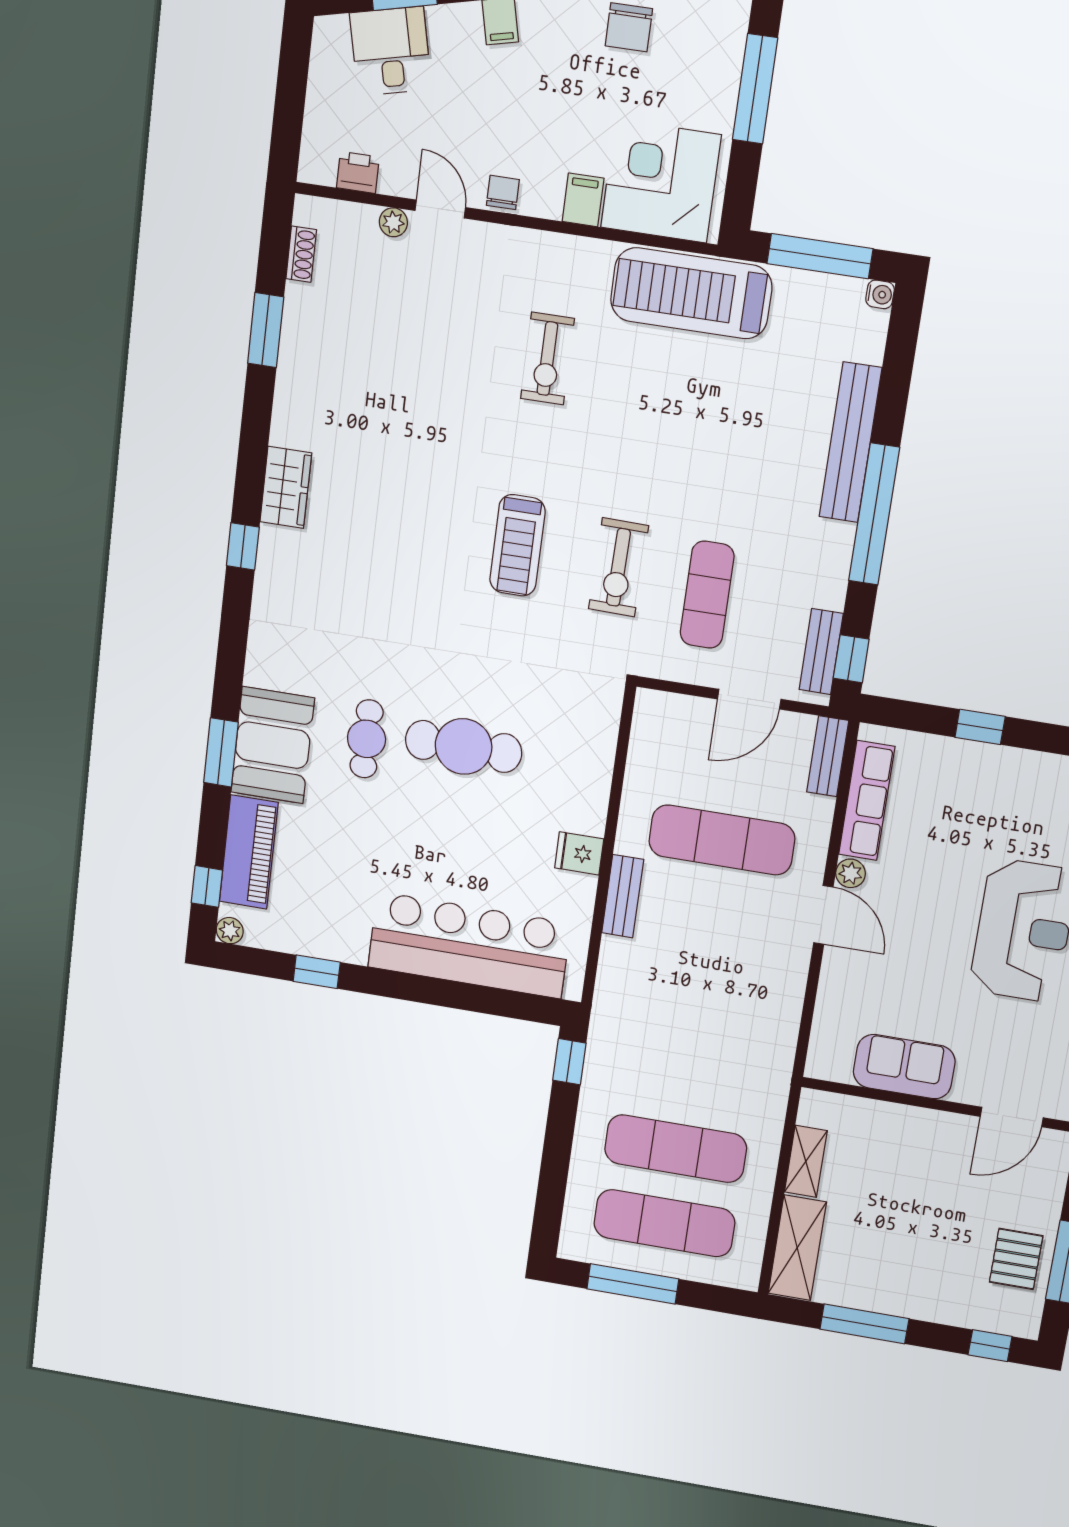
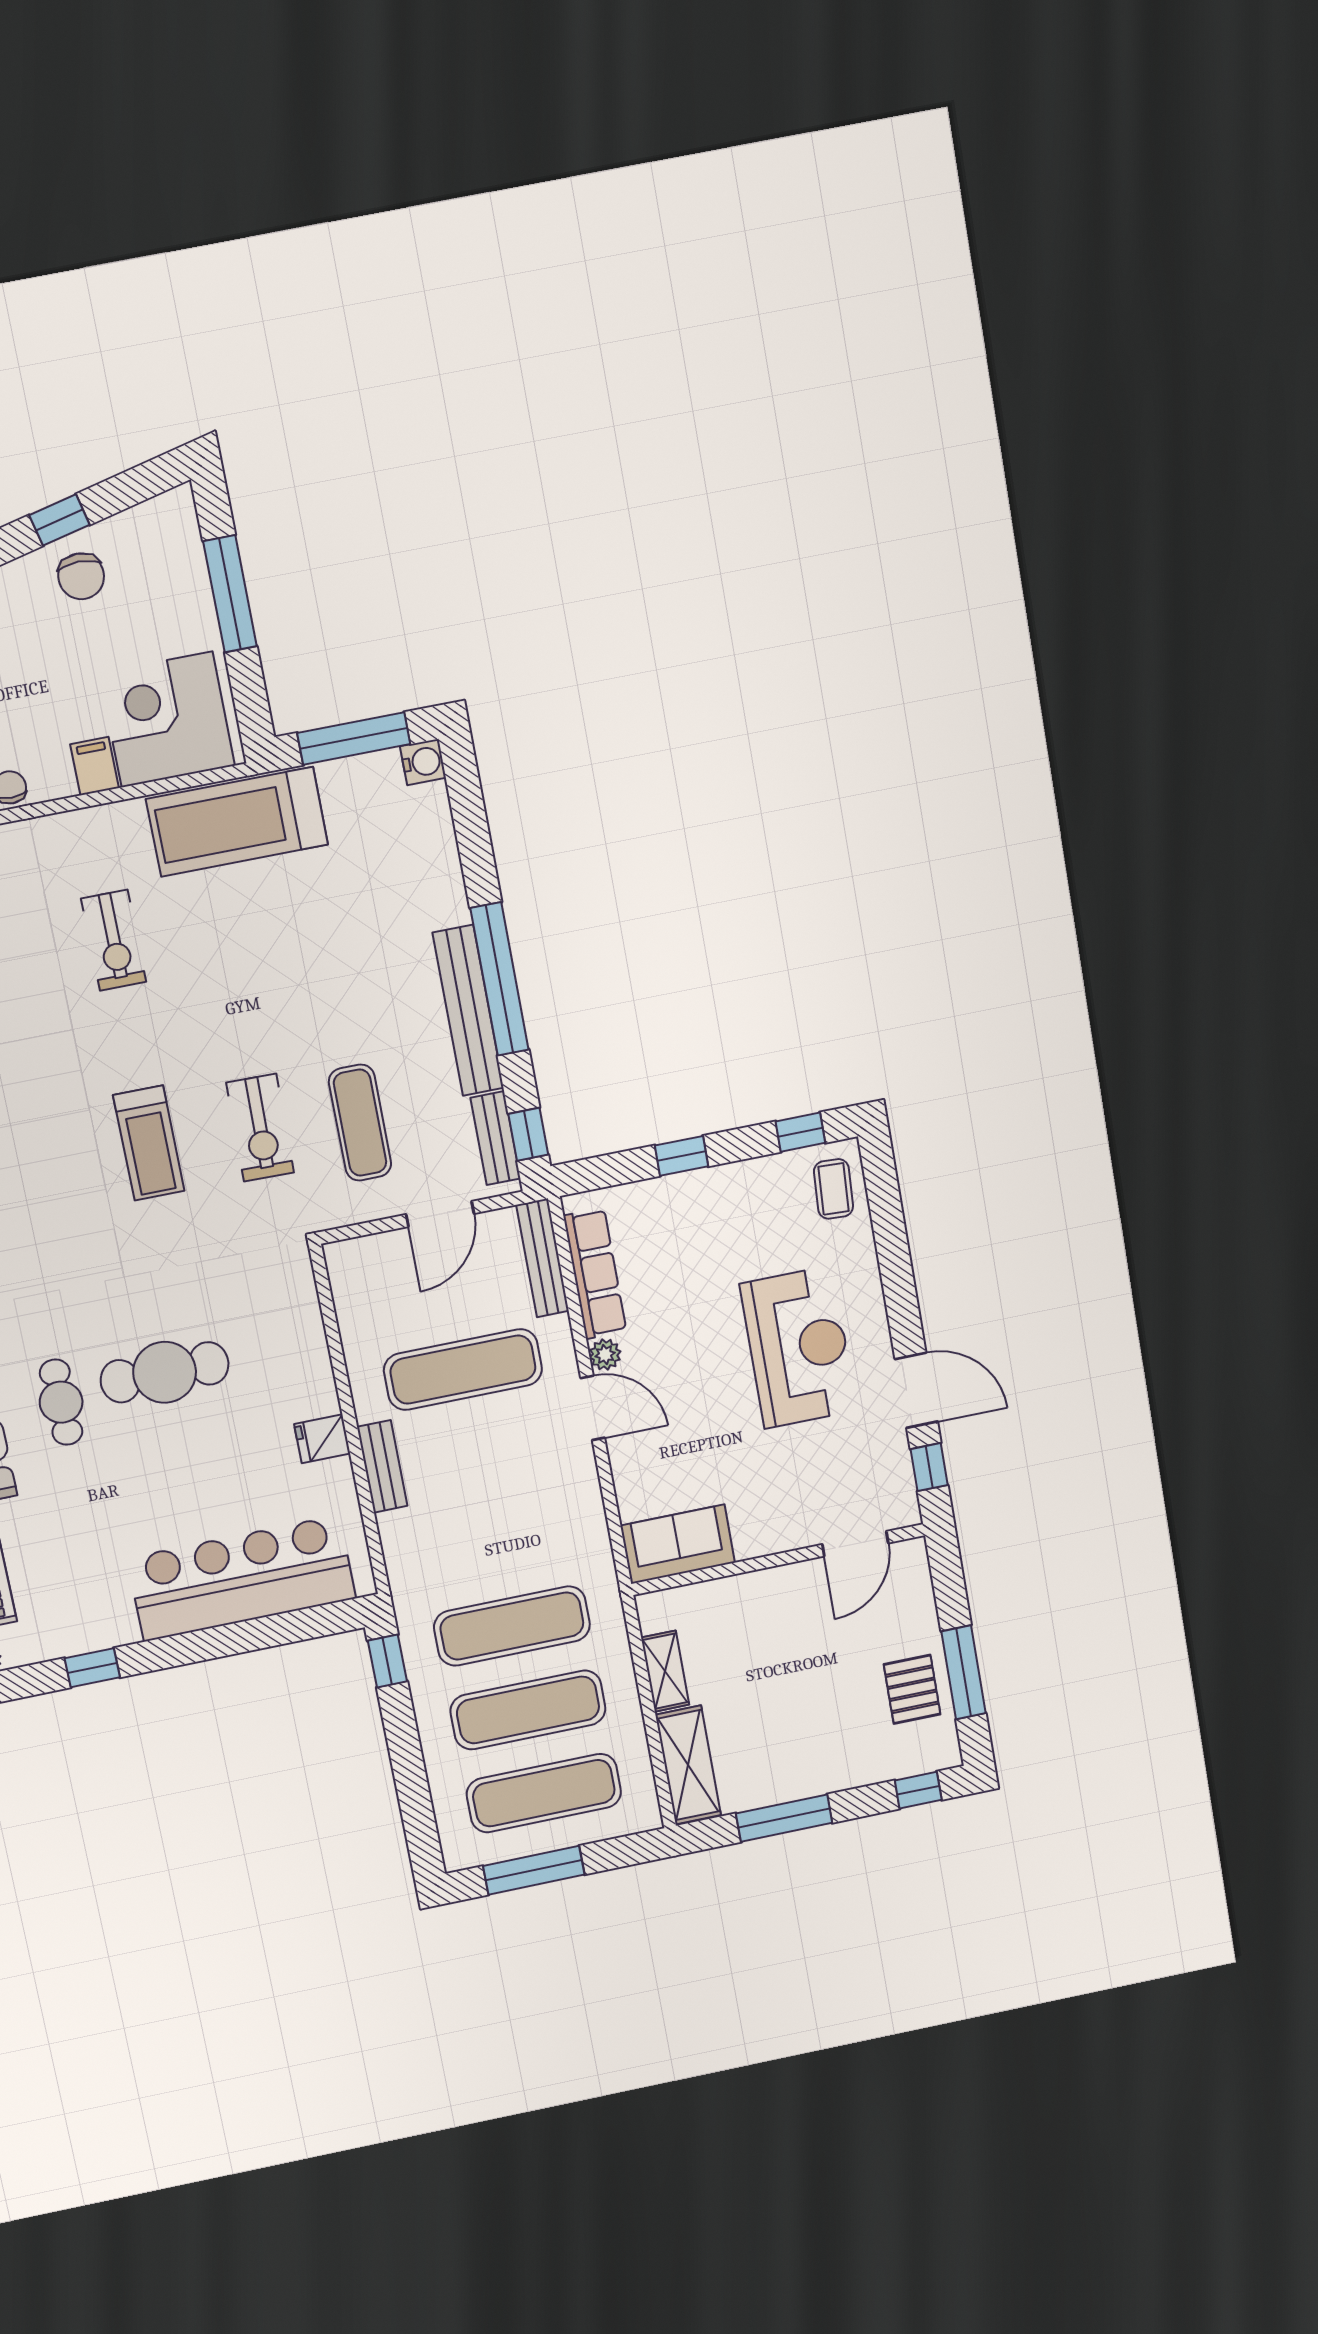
water cooler: (880, 294) -> (423, 762), width x1.38, depth x1.38
bench: (850, 443) -> (468, 1010), moved
bench: (828, 756) -> (543, 1258), width x1.36
sofa: (904, 1067) -> (678, 1544), moved
exercise mat: (687, 1073) -> (512, 1626), added

